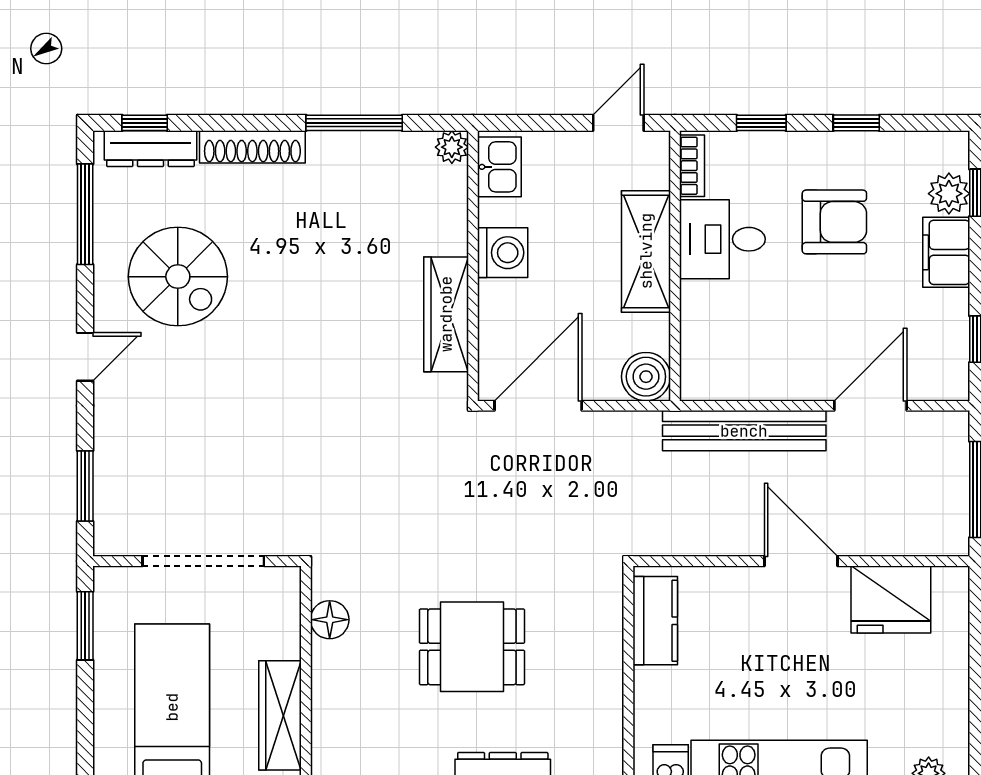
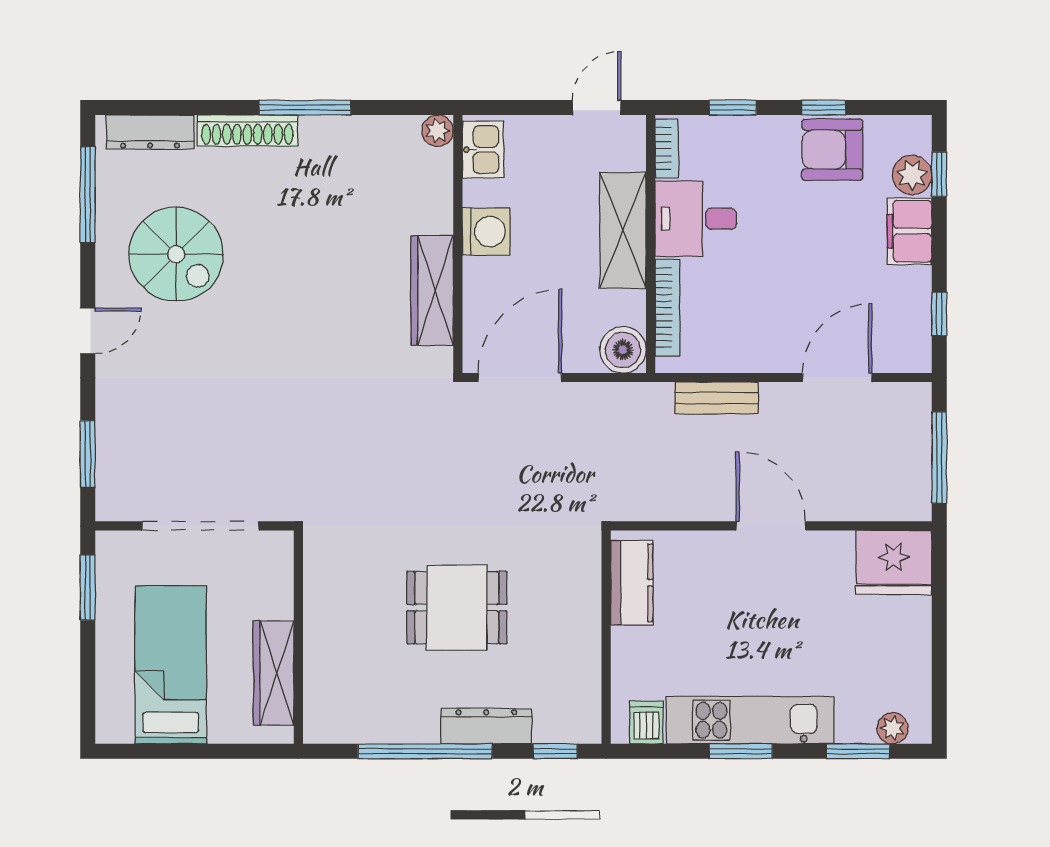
window: (145, 123) -> (145, 108), removed
window: (354, 123) -> (305, 108), moved
armchair: (834, 222) -> (832, 150), moved, turned 180
bookcase: (693, 332) -> (667, 308), added
bench: (744, 431) -> (717, 398), width x0.54, depth x0.82
fridge: (891, 599) -> (894, 562), moved
floor lamp: (330, 620) -> (321, 582), removed

